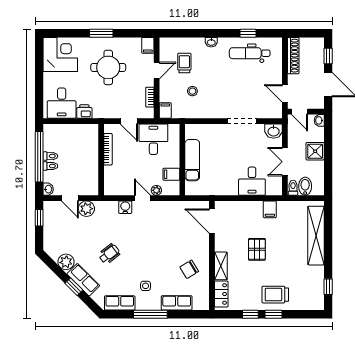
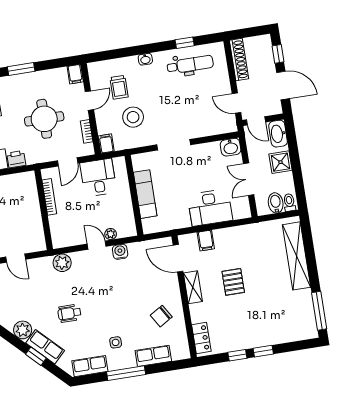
dental chair: (250, 53) -> (190, 65), turned 180
trolley: (184, 63) -> (119, 87), turned 180
round table: (108, 67) -> (44, 119), moved
stool: (192, 91) -> (133, 117), width x1.89, depth x1.89
washbasin: (319, 120) -> (278, 134), width x1.91, depth x1.45
door: (129, 121) -> (68, 162), hinge flipped
doorway: (242, 121) -> (174, 145), moved
filing cabinet: (171, 174) -> (124, 213), removed
desk: (252, 181) -> (210, 208), width x1.37
toilet: (293, 188) -> (289, 202), moved
water cooler: (125, 207) -> (120, 252), moved
plant: (86, 209) -> (62, 263), moved
filing cabinet: (270, 209) -> (206, 240), moved
wheelchair: (109, 254) -> (69, 313), turned -142
shelving: (221, 266) -> (193, 287), moved
window: (328, 287) -> (319, 311), width x2.17
trolley: (275, 295) -> (262, 329), removed

